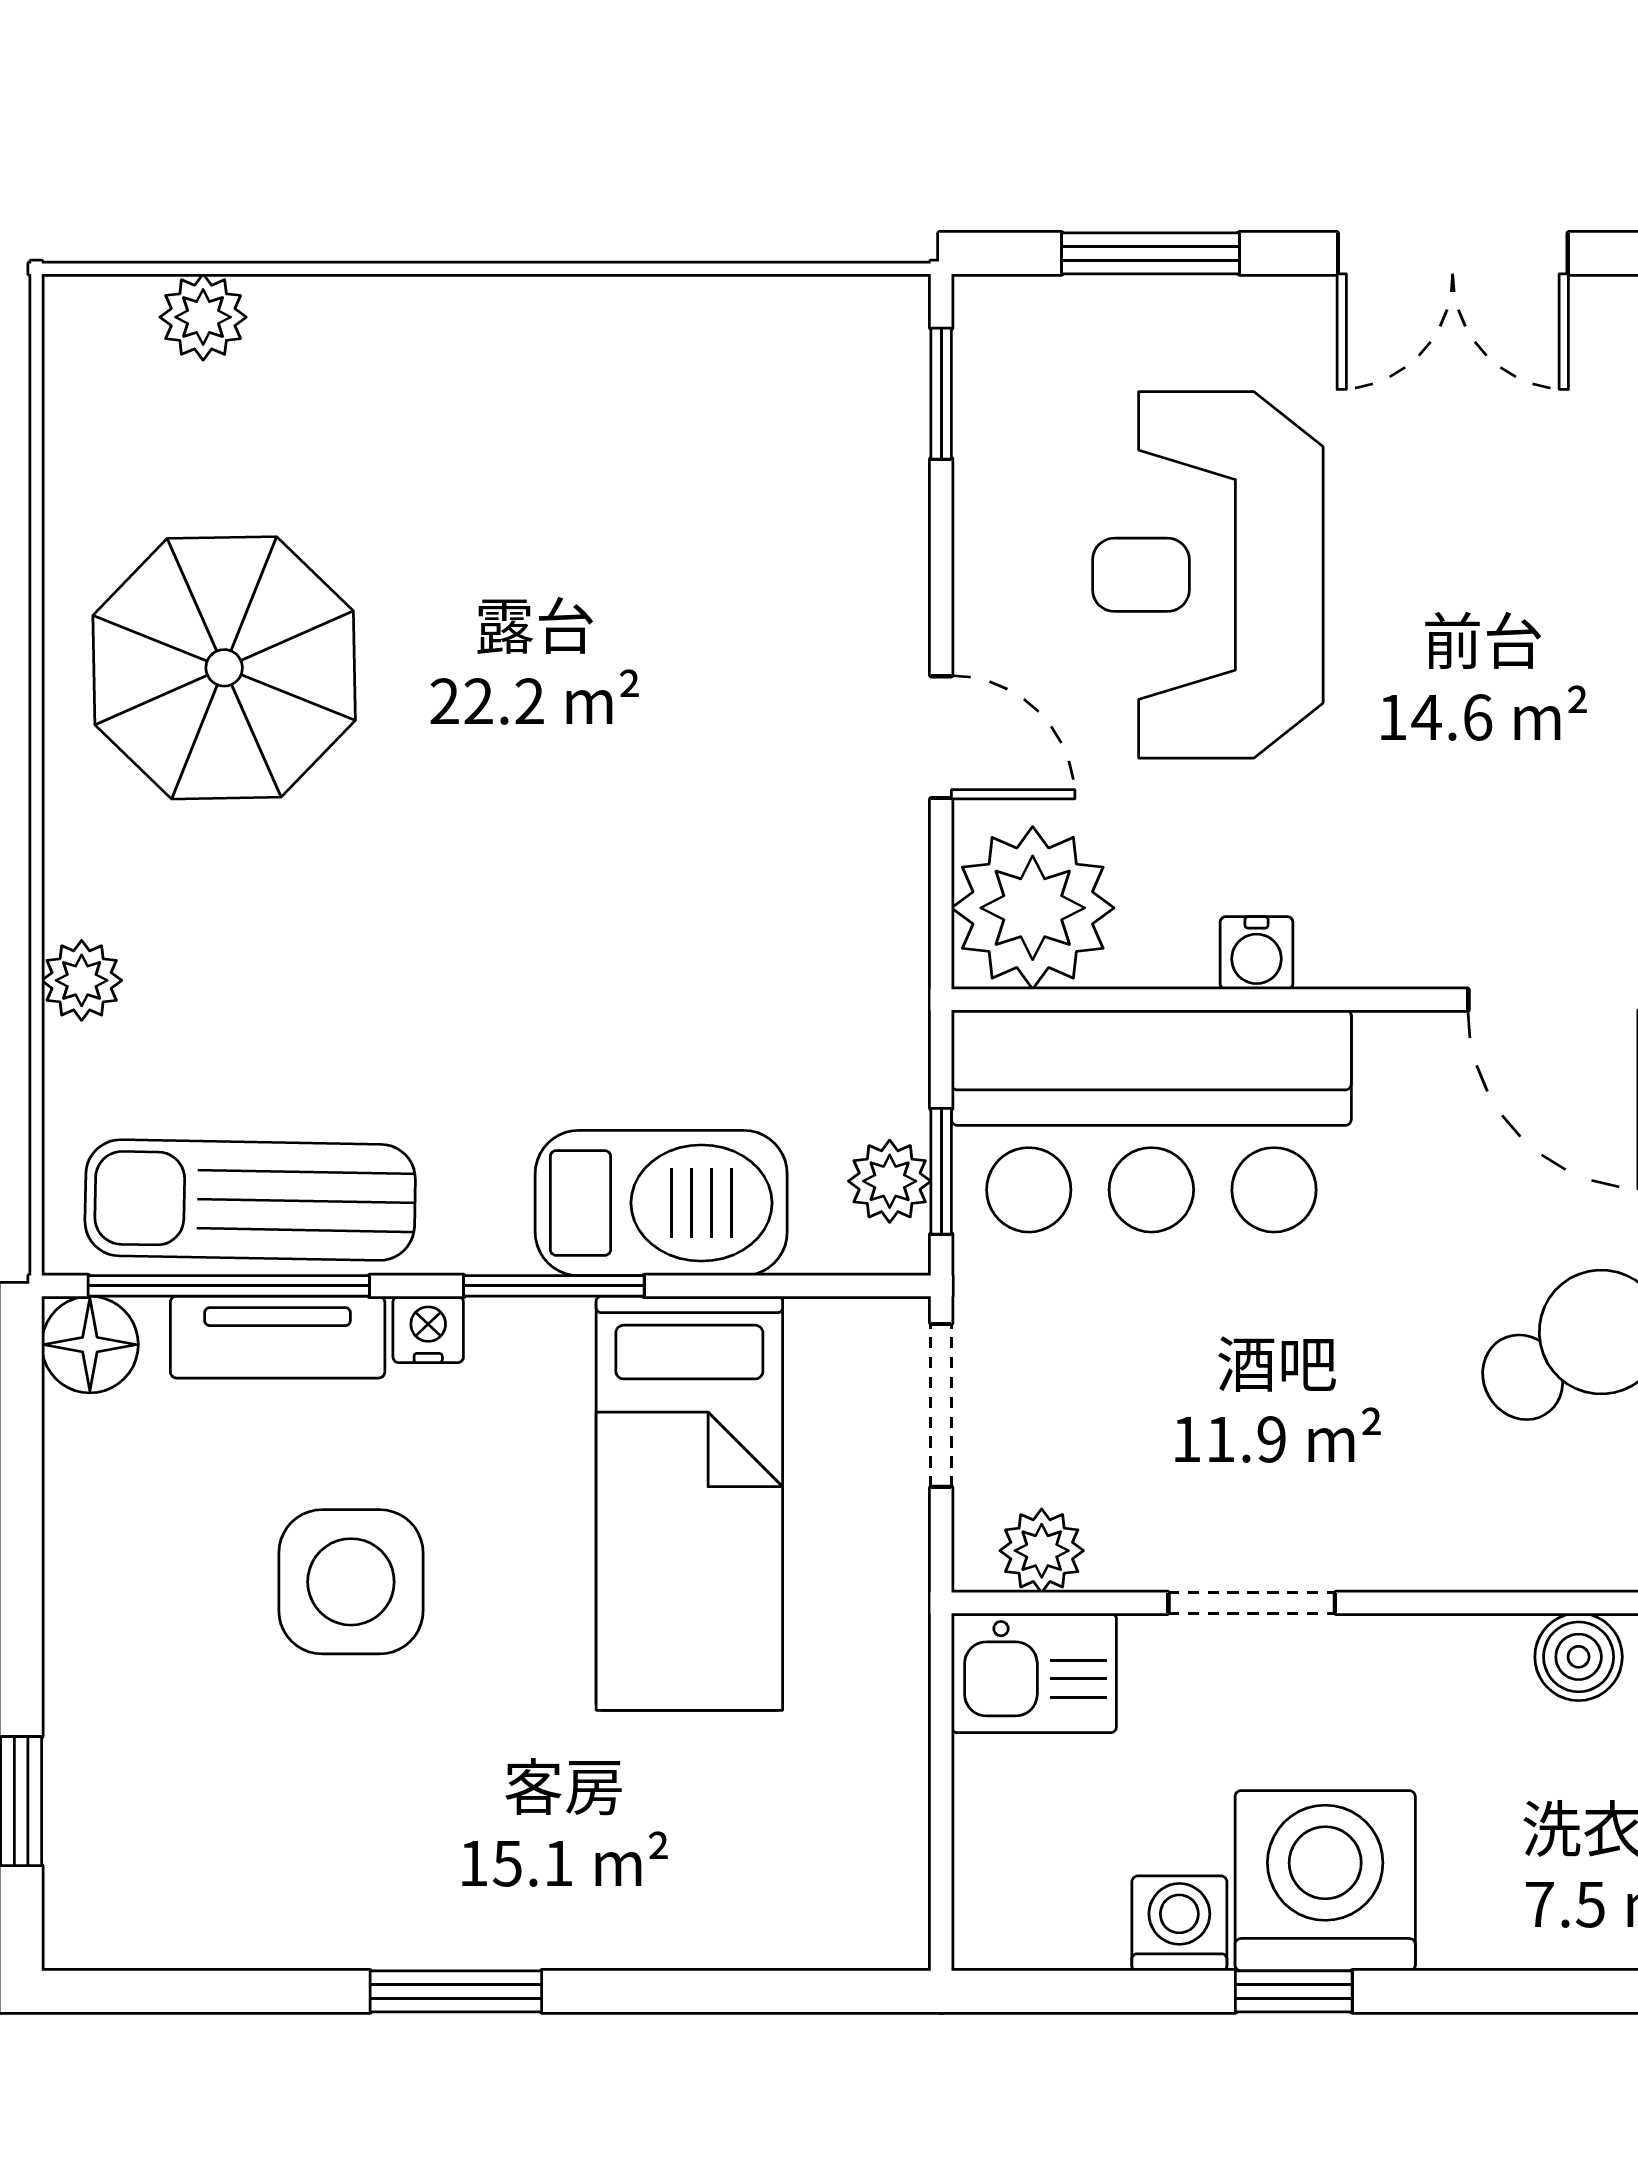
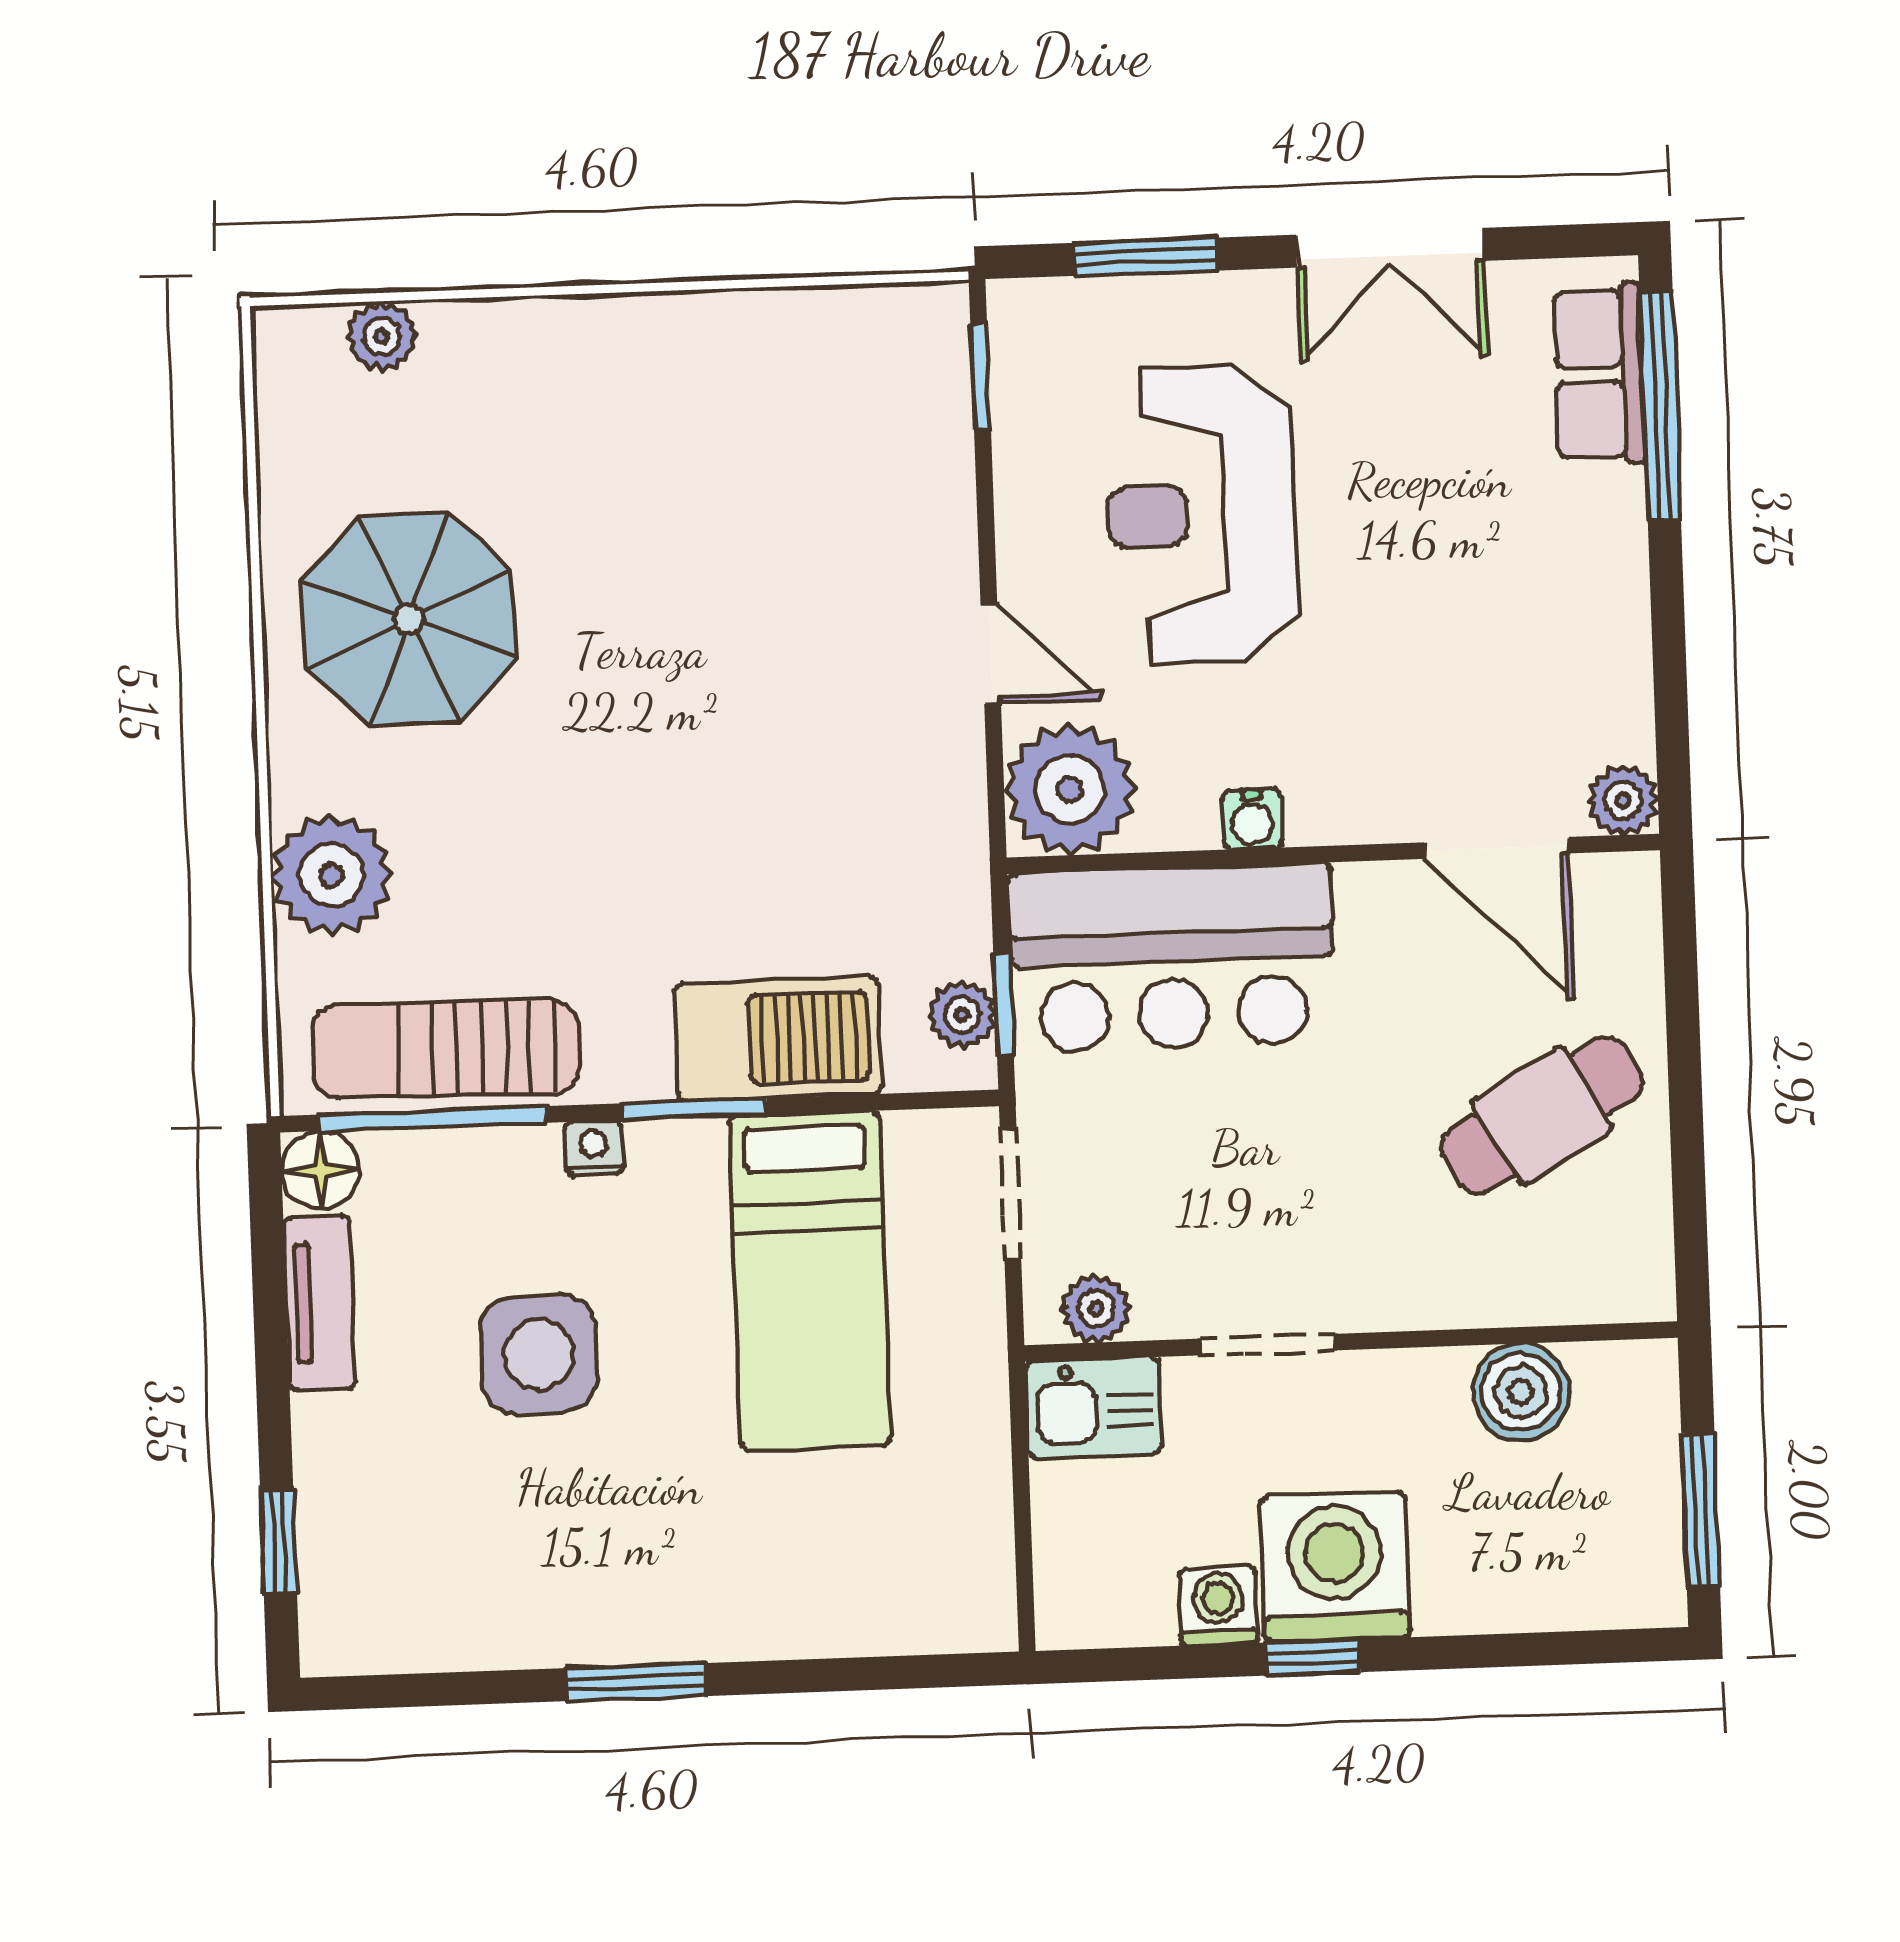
plant: (82, 980) -> (332, 875), width x1.87, depth x1.87
tv unit: (278, 1337) -> (319, 1303), moved, turned -90
boiler: (1579, 1657) -> (1521, 1392), width x1.36, depth x1.36

